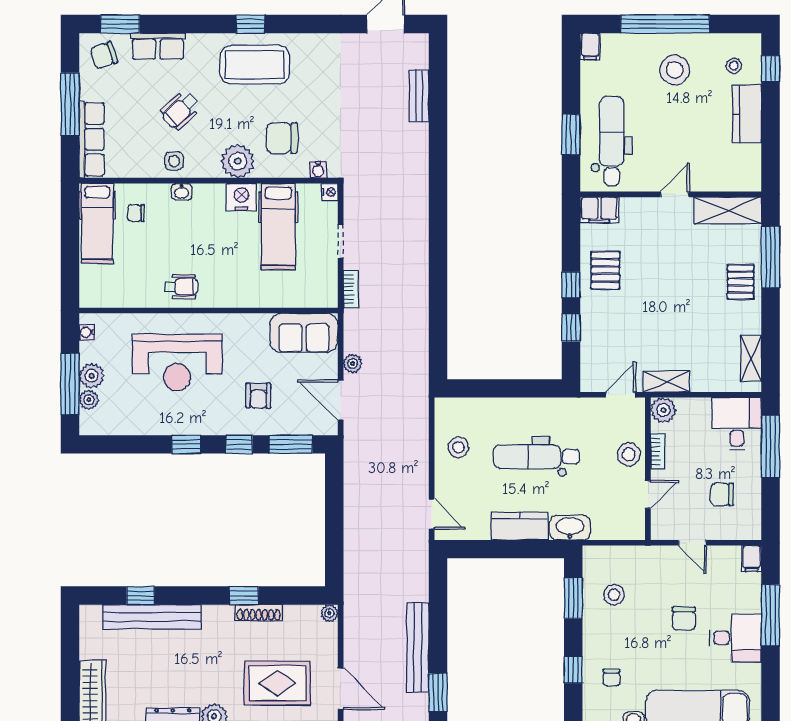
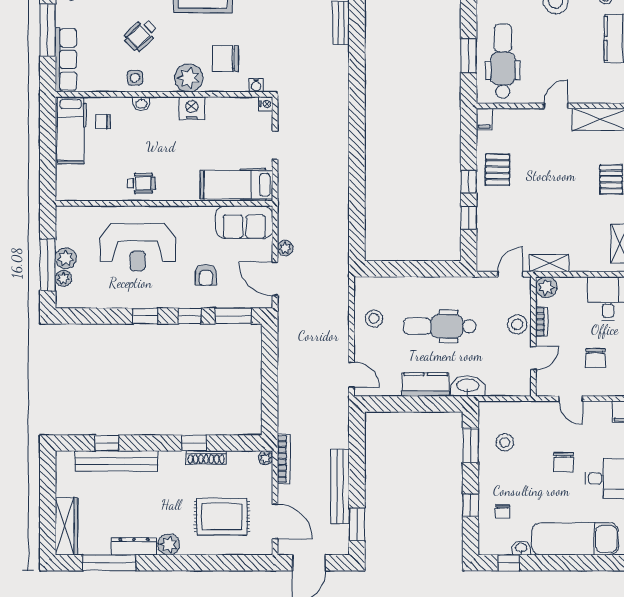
filing cabinet: (599, 210) -> (484, 119), width x0.50
hospital bed: (278, 227) -> (236, 185), moved, turned 90
bookcase: (351, 289) -> (284, 459), moved, width x1.56
water cooler: (87, 332) -> (62, 222), removed
chair: (722, 494) -> (596, 358), turned -90

